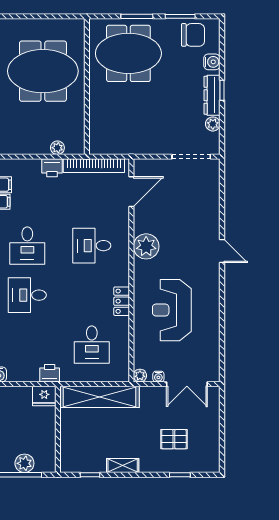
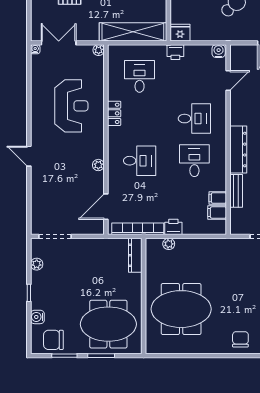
dresser: (212, 95) -> (135, 255), moved, turned 180
plant: (146, 246) -> (98, 165), width x0.53, depth x0.53
water cooler: (158, 377) -> (35, 49), moved

